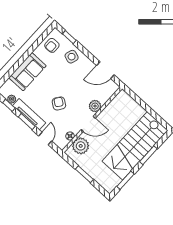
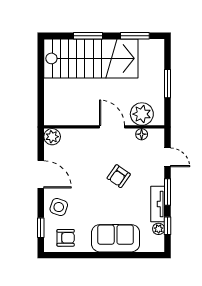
door: (105, 70) -> (41, 174), moved
plant: (95, 106) -> (52, 137), moved
tv unit: (29, 114) -> (158, 204), width x0.71
door: (45, 139) -> (167, 157), swing flipped

